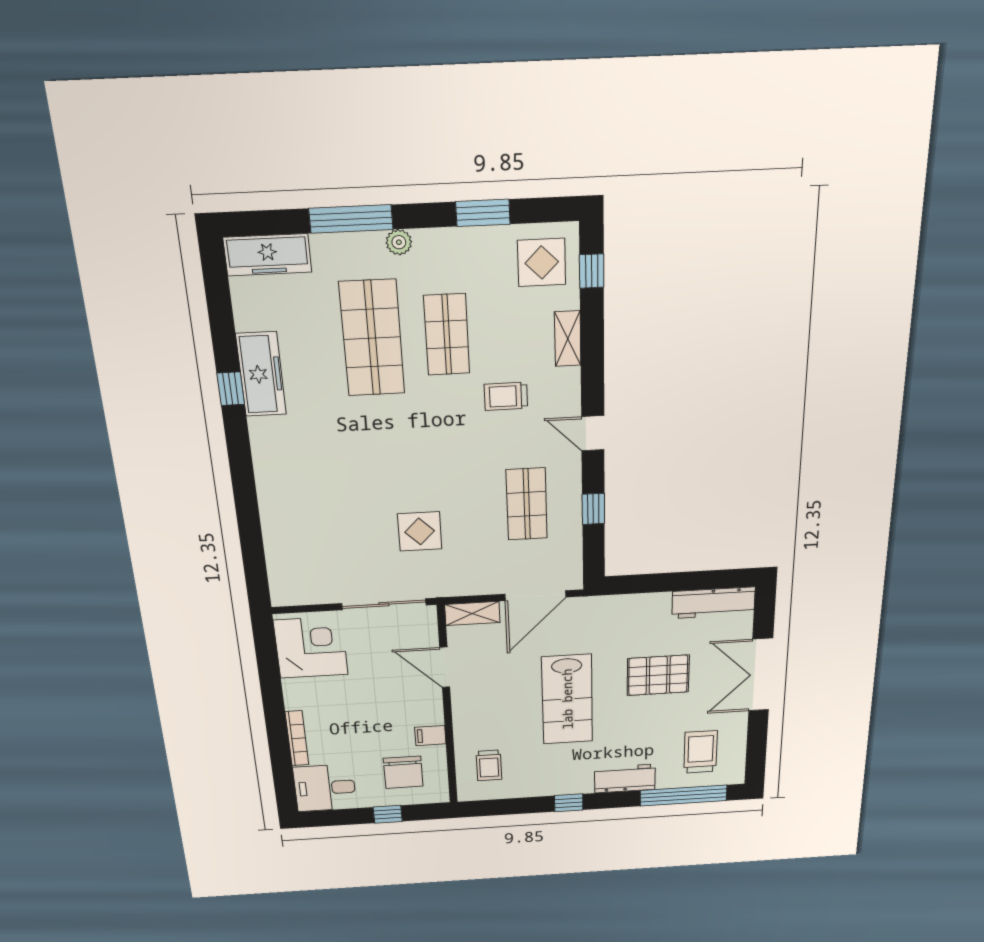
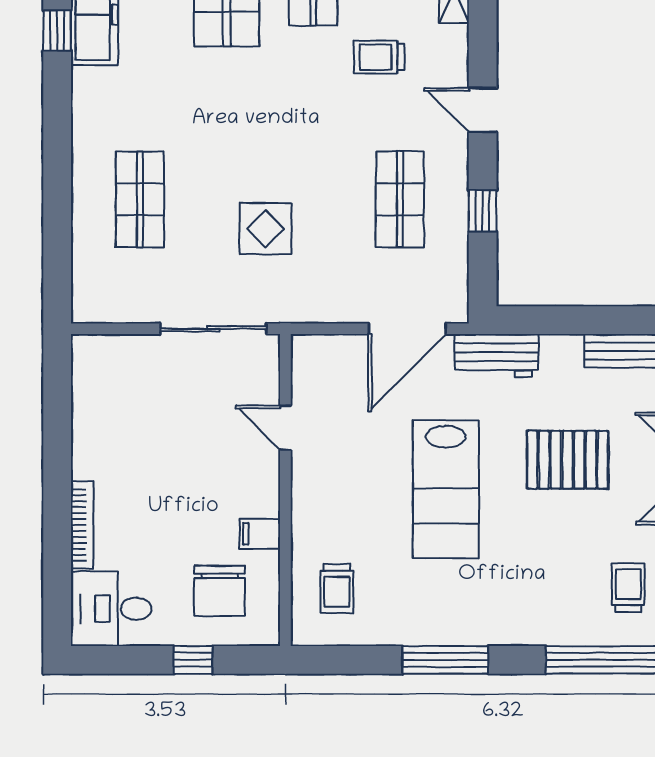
shop shelf: (316, 515) -> (140, 199), added
shelving: (472, 613) -> (325, 350), removed
corner desk: (311, 647) -> (115, 386), removed
door: (445, 667) -> (285, 428), width x0.73
trolley: (701, 752) -> (628, 588), width x0.73, depth x0.72
workbench: (625, 779) -> (496, 356), moved, turned 180
window: (569, 803) -> (445, 660), width x2.17

